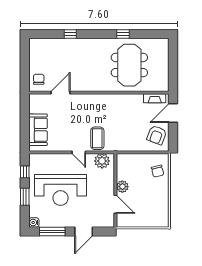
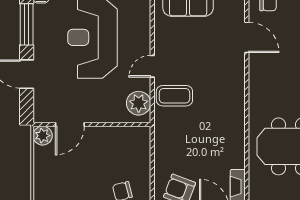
plant: (122, 187) -> (43, 136), moved

